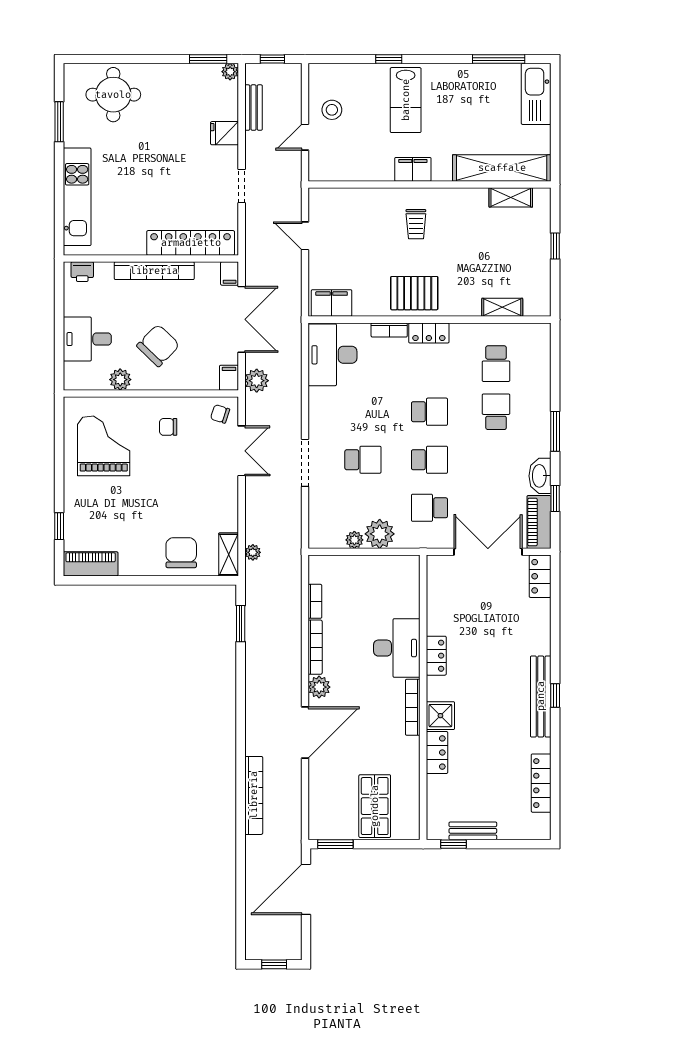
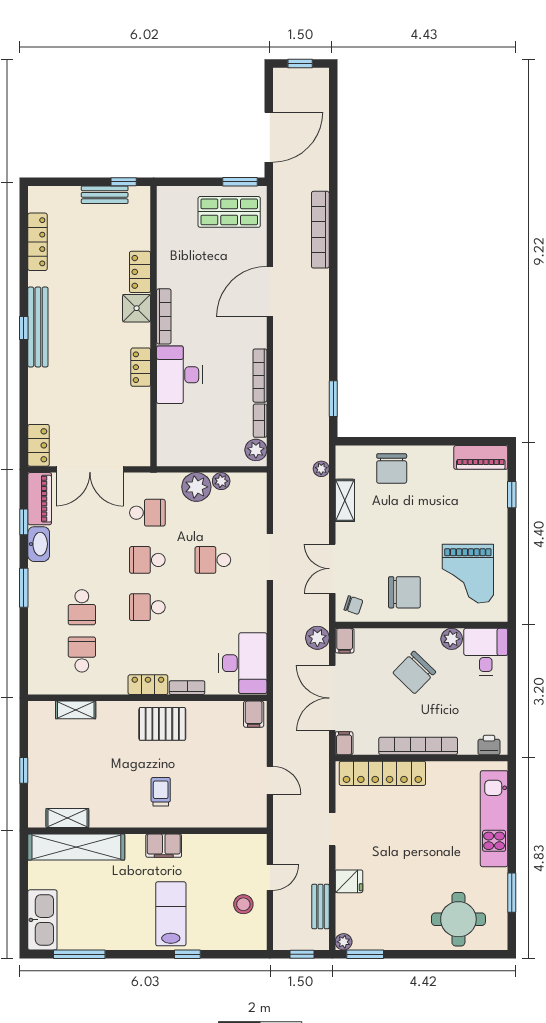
filing cabinet: (332, 303) -> (254, 714), width x0.50
desk: (87, 339) -> (486, 652), moved, turned -90
chair: (168, 427) -> (404, 592), width x1.87, depth x1.87
shelving: (229, 554) -> (345, 500), moved
plant: (319, 687) -> (256, 450), moved
shop shelf: (375, 806) -> (229, 212), moved, turned 90

